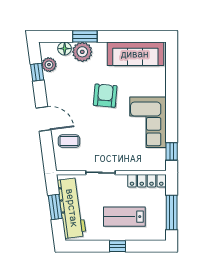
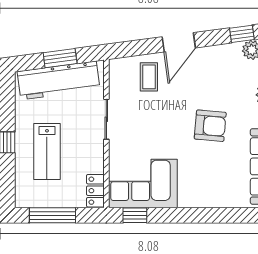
corner sofa: (148, 122) -> (143, 184), moved
locker: (147, 181) -> (95, 191), width x0.66
lab bench: (124, 217) -> (47, 152), turned 180

